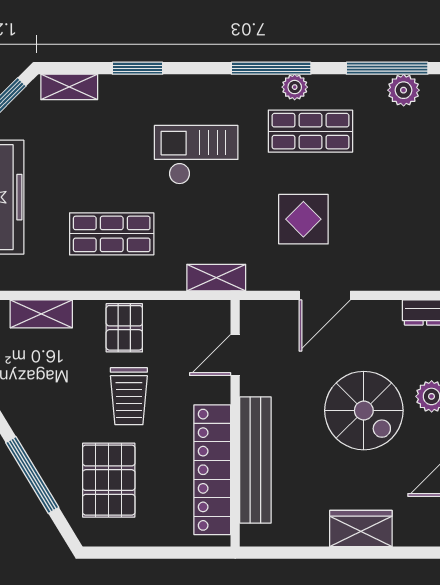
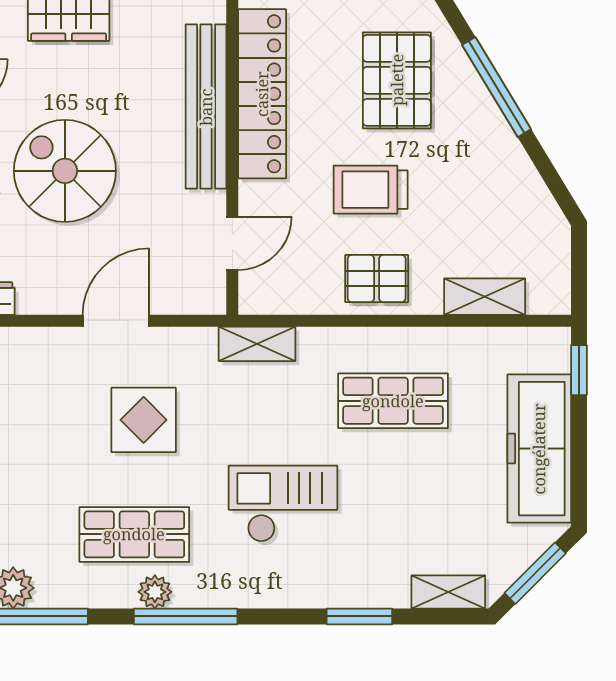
checkout: (196, 155) -> (283, 504), turned 180
pallet: (124, 328) -> (377, 279), turned 90
trolley: (129, 396) -> (371, 190), turned -90

